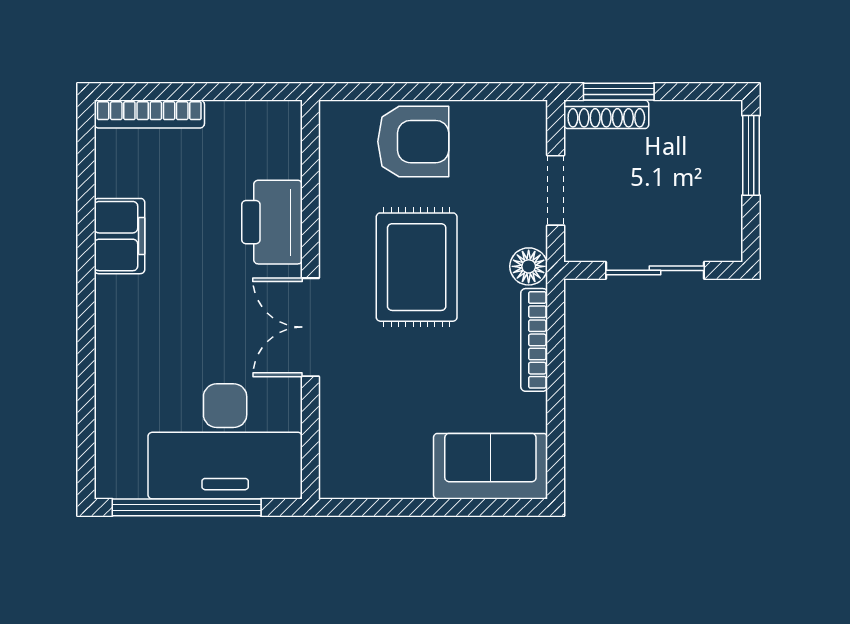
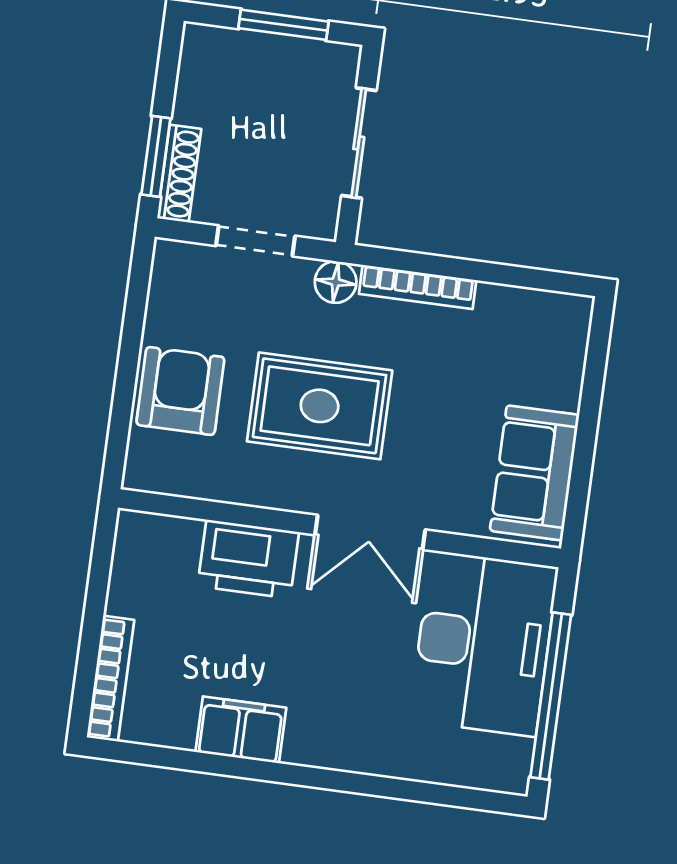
window: (751, 155) -> (284, 25), moved
sofa: (490, 466) -> (535, 473), moved

